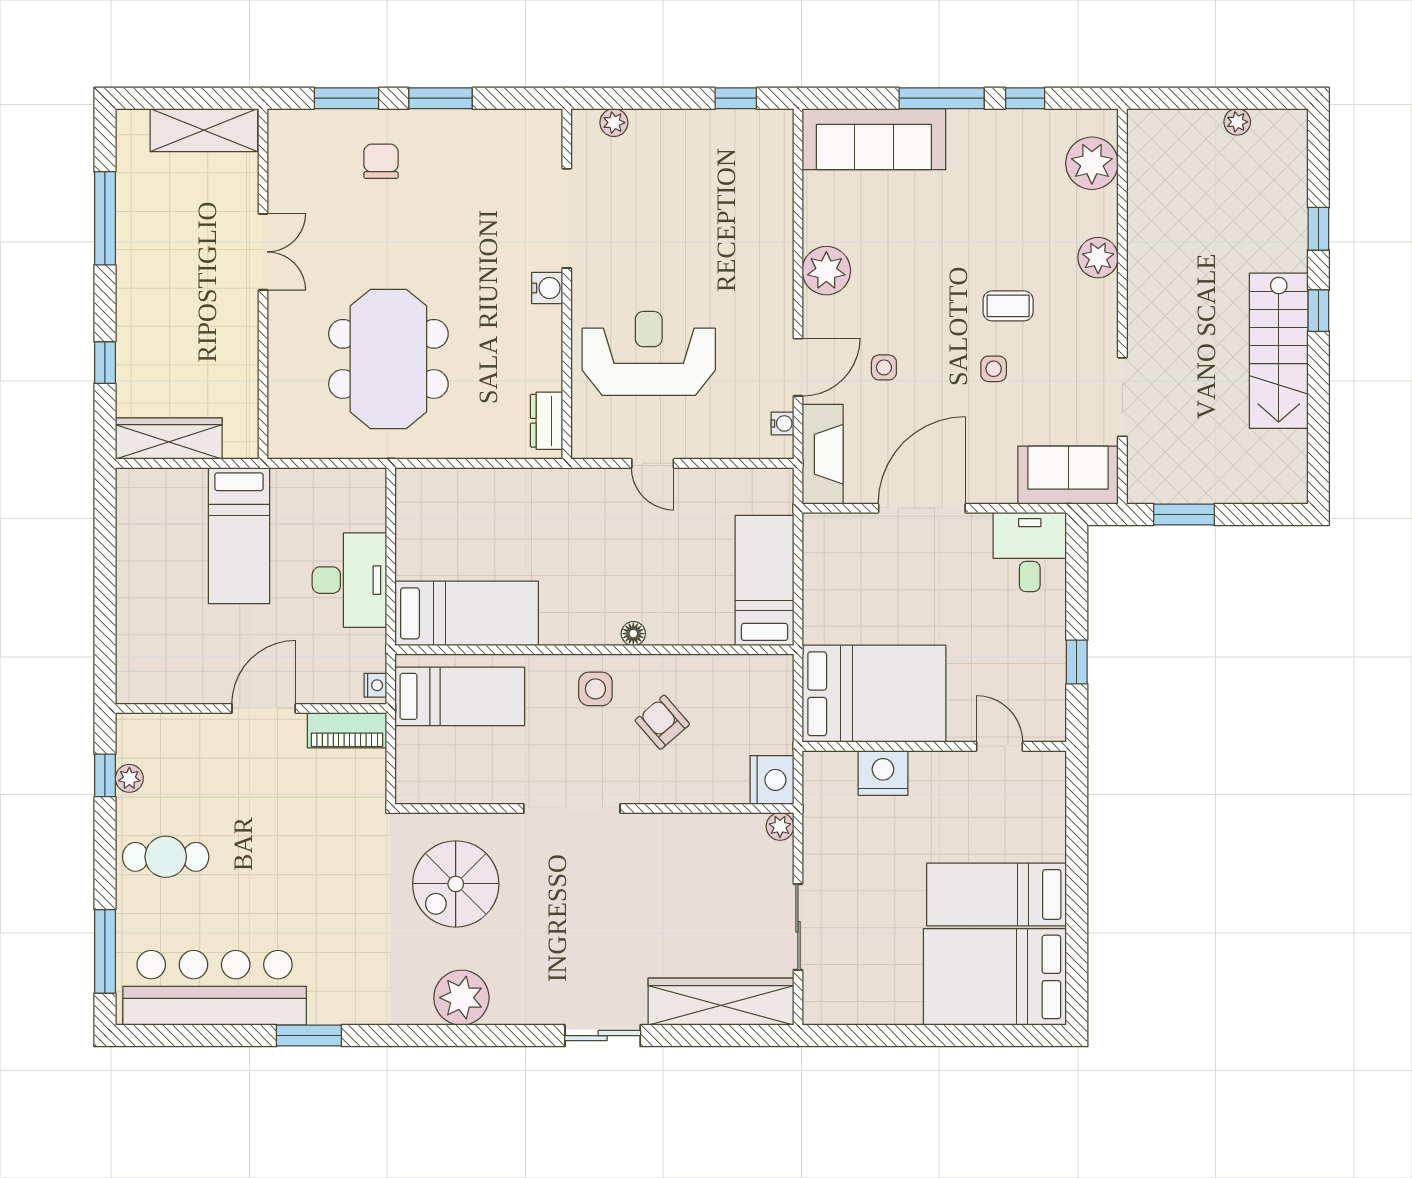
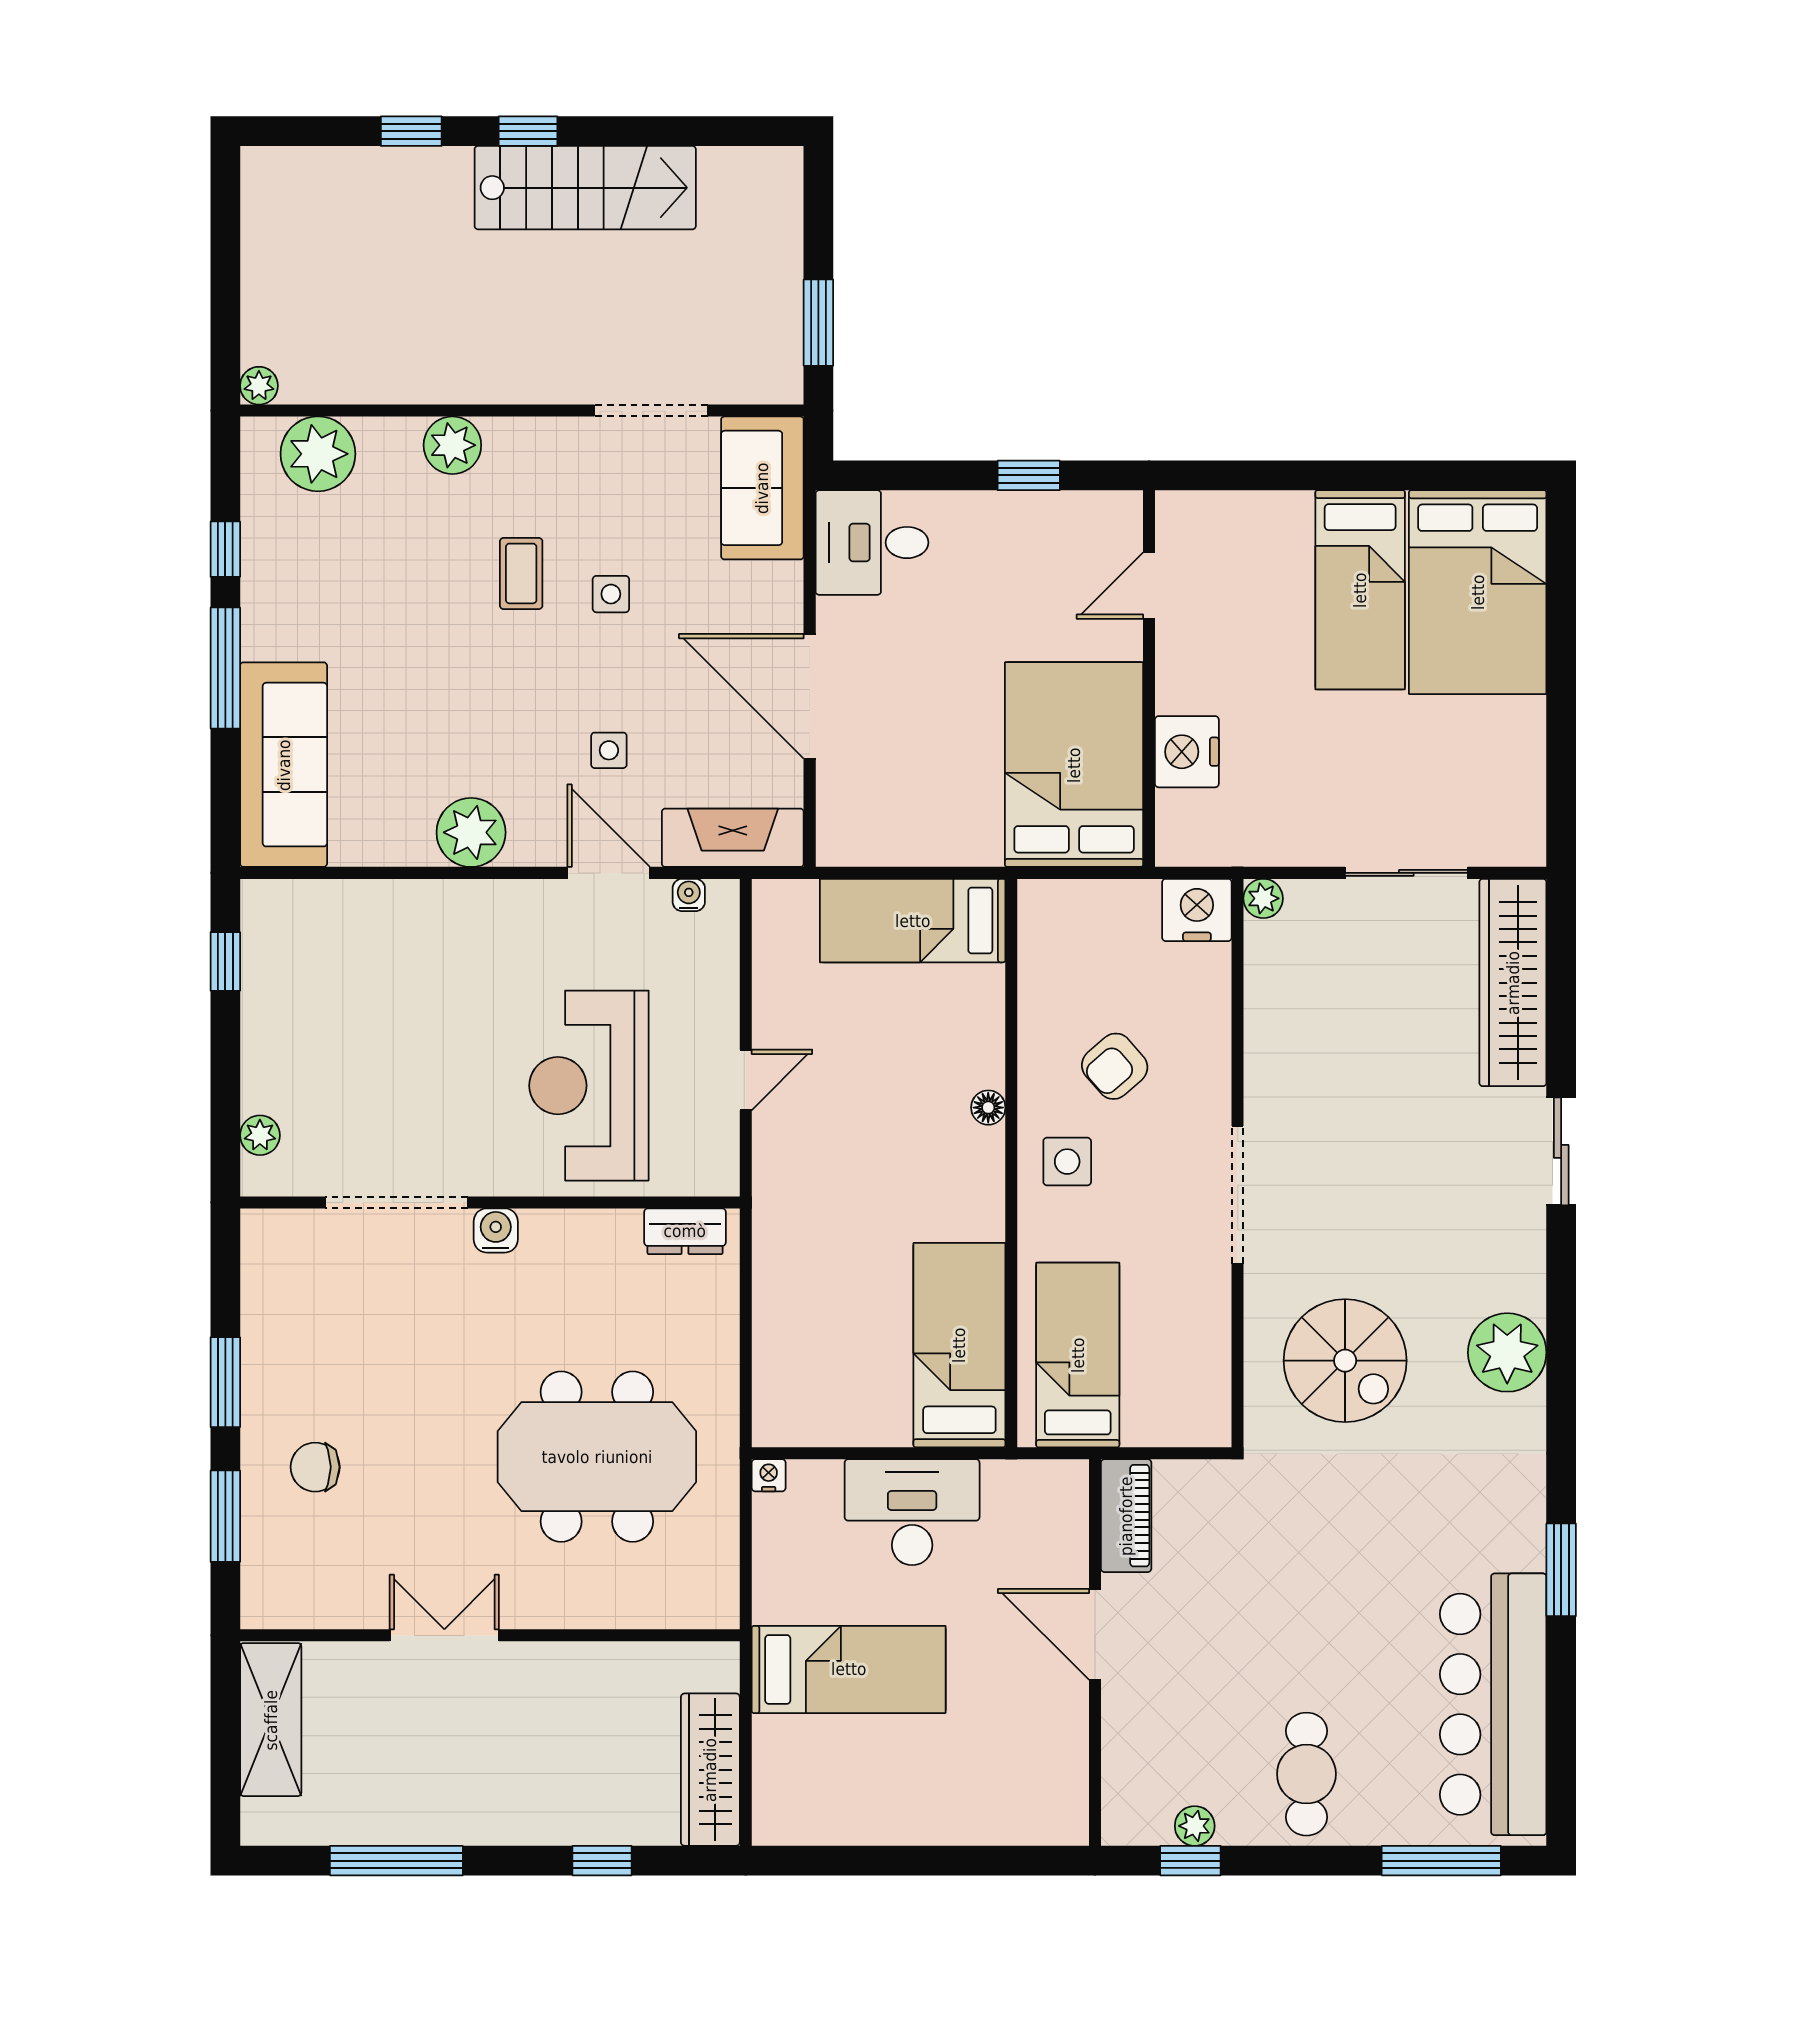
plant: (1237, 122) -> (259, 386), moved
nightstand: (375, 685) -> (769, 1475), moved

